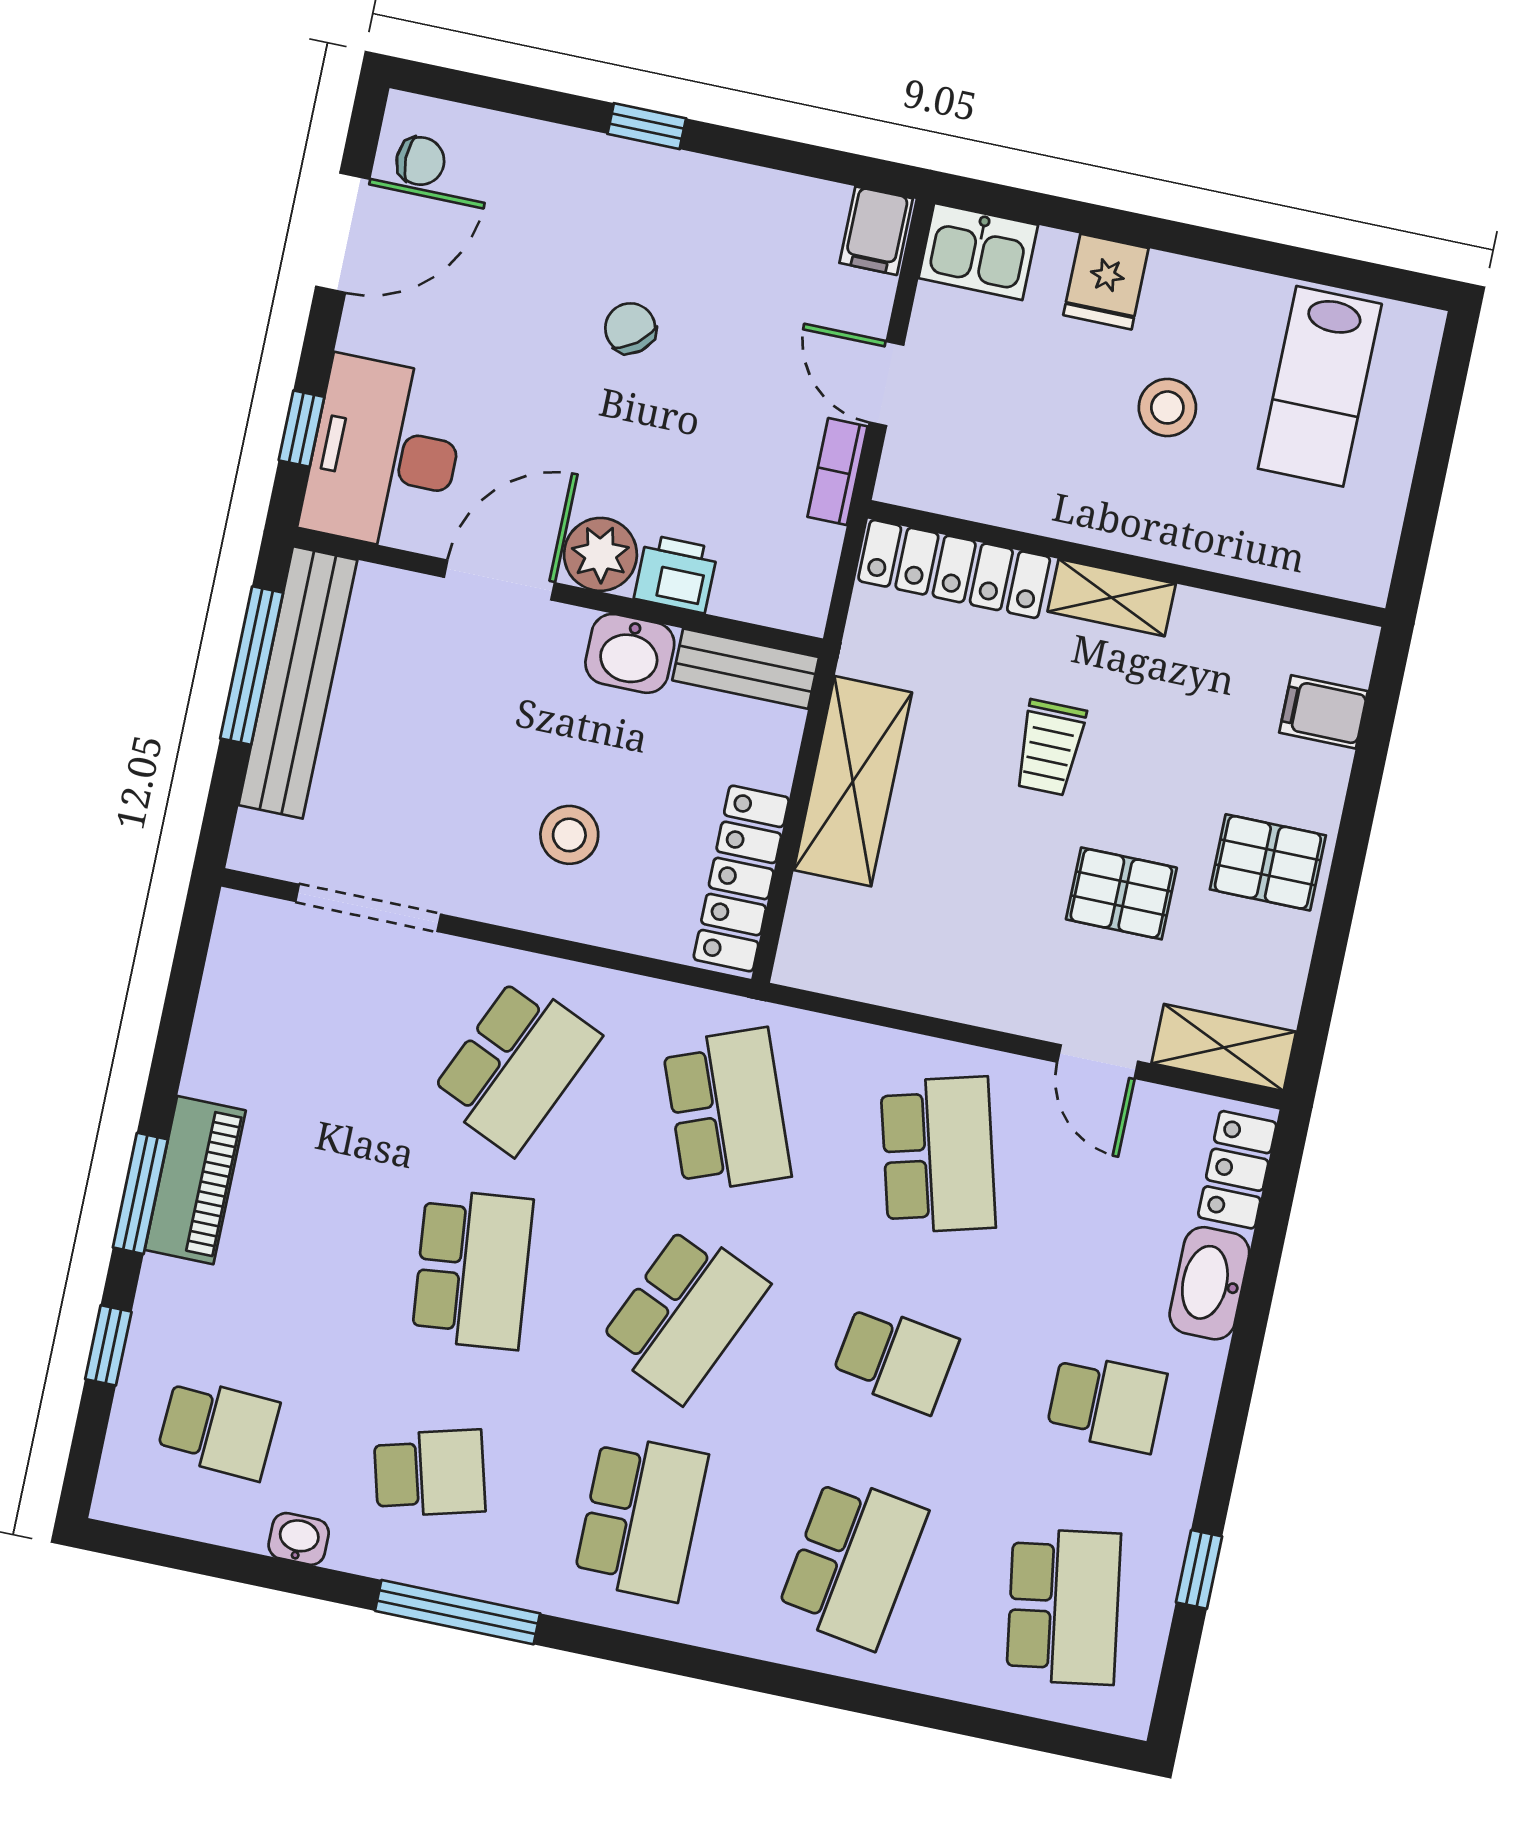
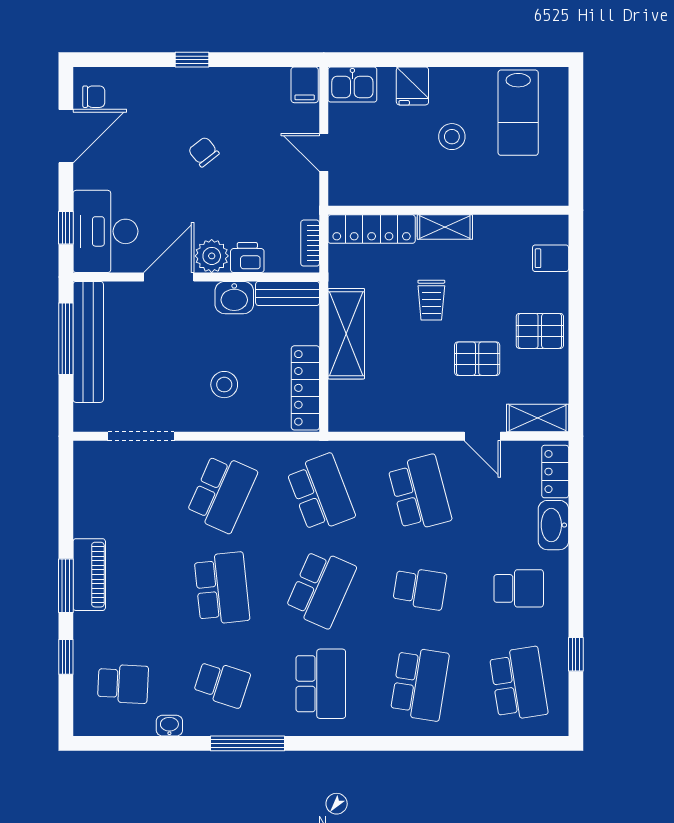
bookcase: (838, 472) -> (310, 243), moved
school desk: (430, 1473) -> (222, 684), turned 33

